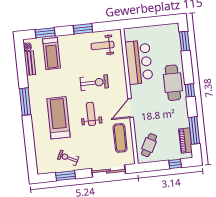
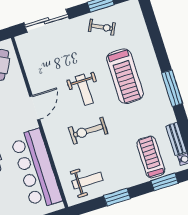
bar counter: (139, 62) -> (36, 169), width x1.36
exercise mat: (120, 138) -> (40, 66), removed

